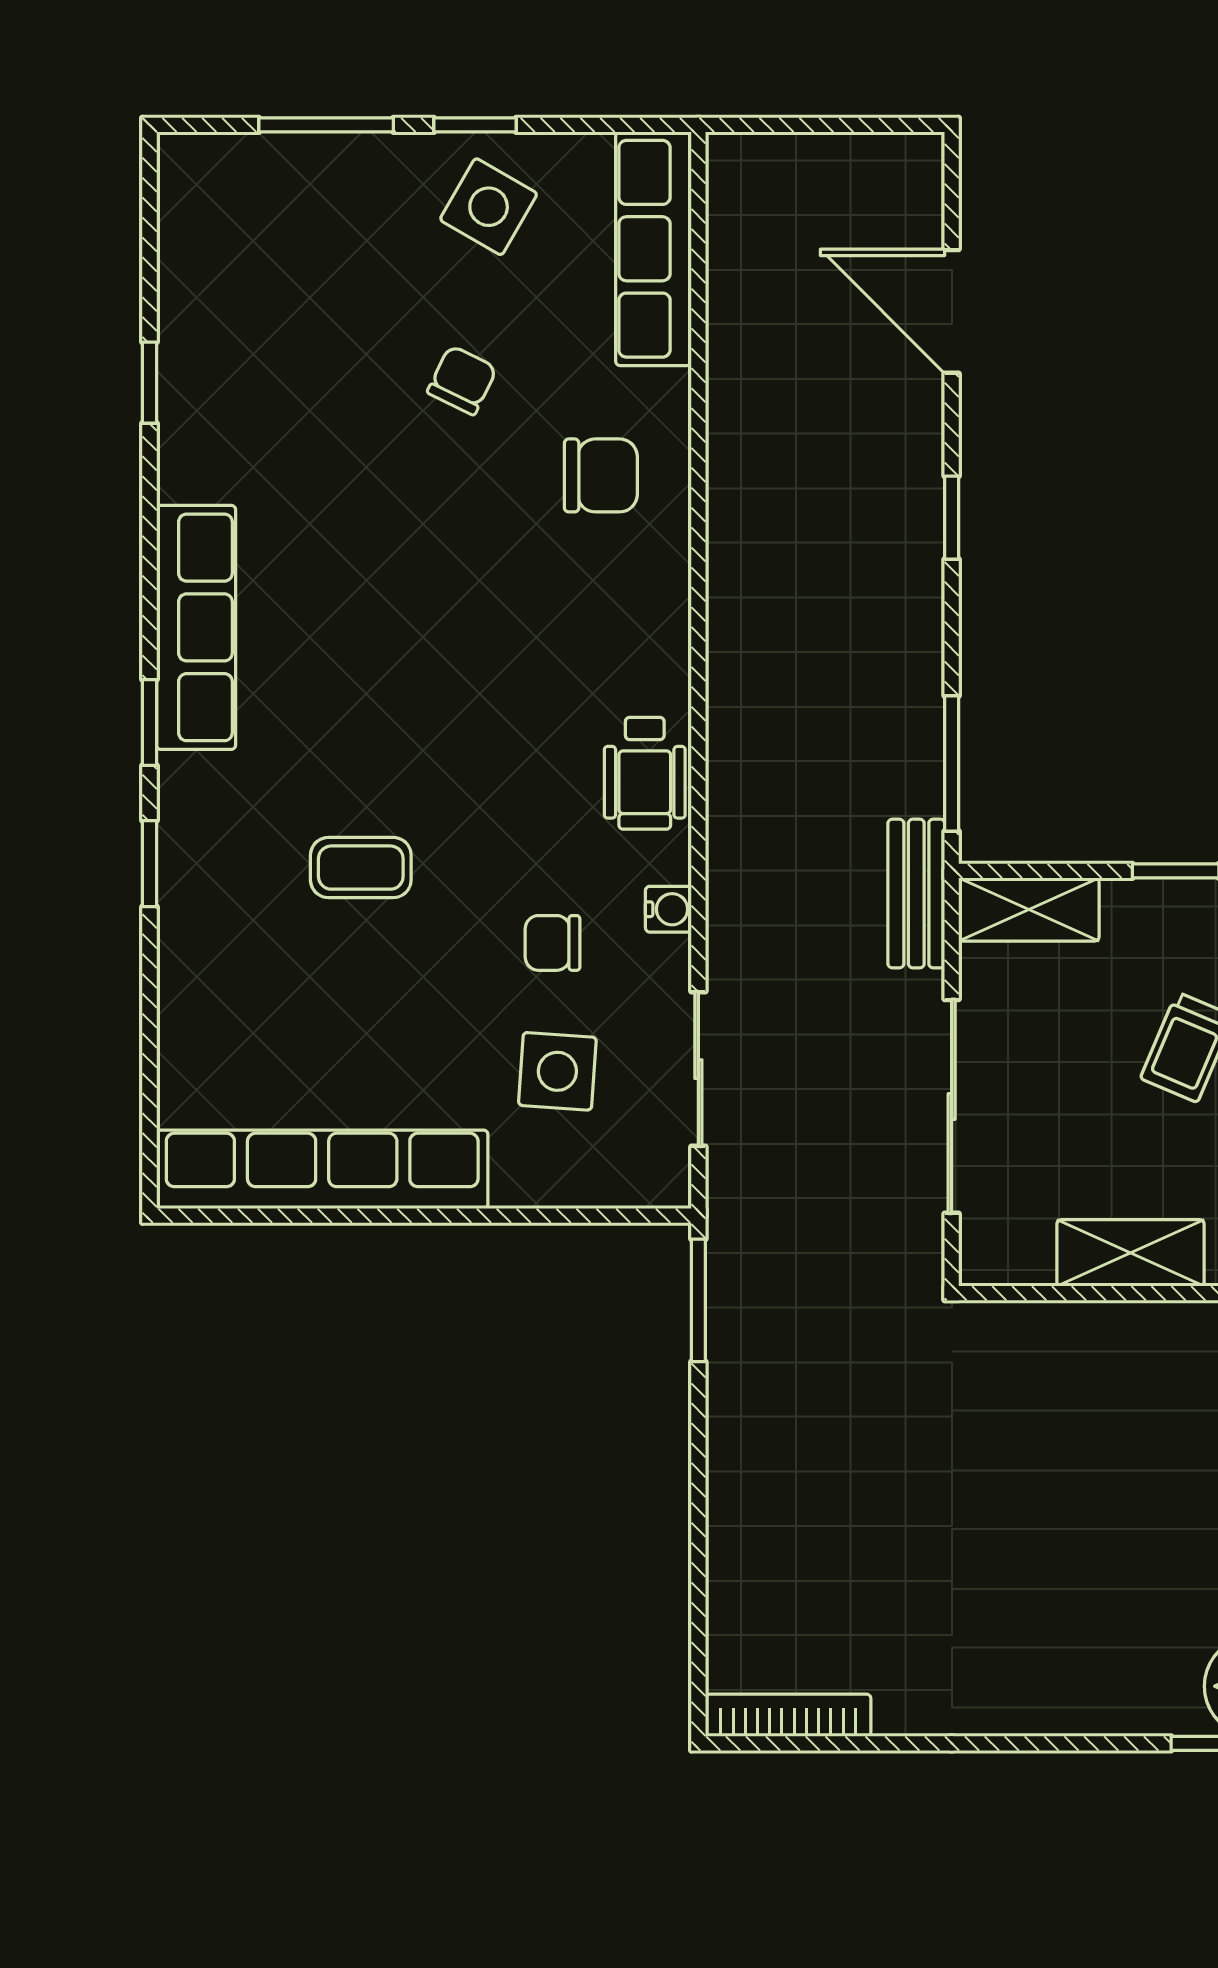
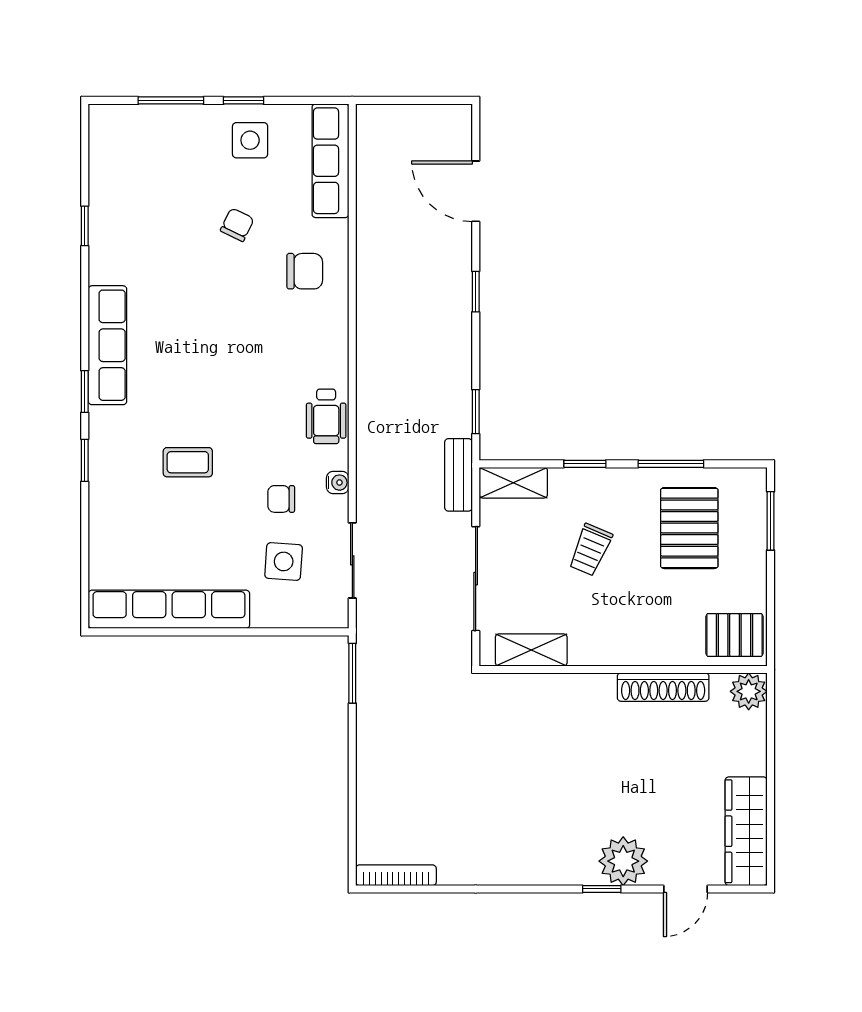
side table: (489, 207) -> (250, 140), turned -30
window: (952, 763) -> (476, 412), width x0.67
shelving: (1131, 1253) -> (531, 650), moved

